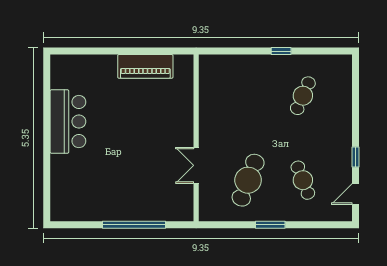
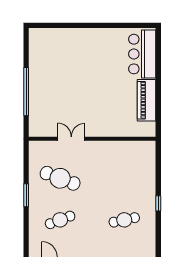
cafe table: (303, 96) -> (124, 220), turned -36
bar counter: (68, 122) -> (142, 54), moved, turned 90

